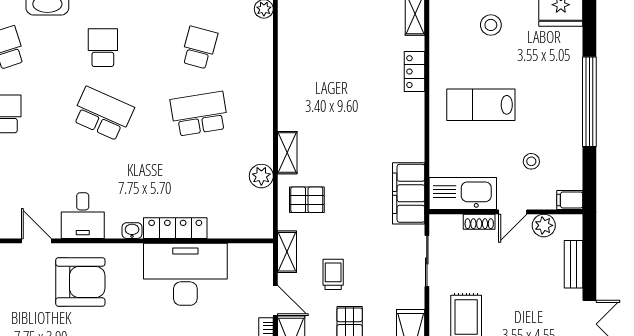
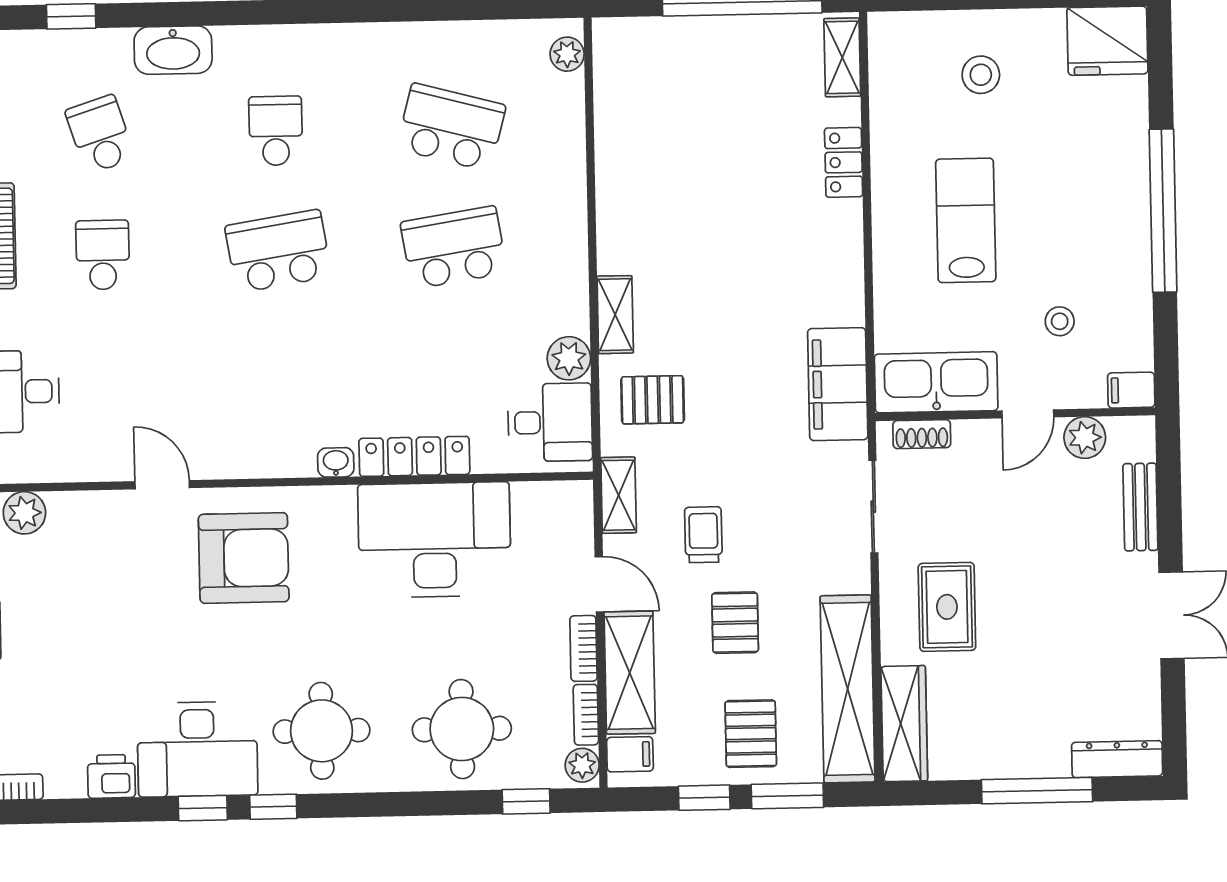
school desk: (199, 48) -> (451, 127), width x1.85
lab bench: (481, 105) -> (966, 220), turned 90
school desk: (103, 114) -> (278, 251), turned -33
desk: (83, 216) -> (550, 422), moved, turned -90
shoe rack: (479, 222) -> (922, 434), moved

